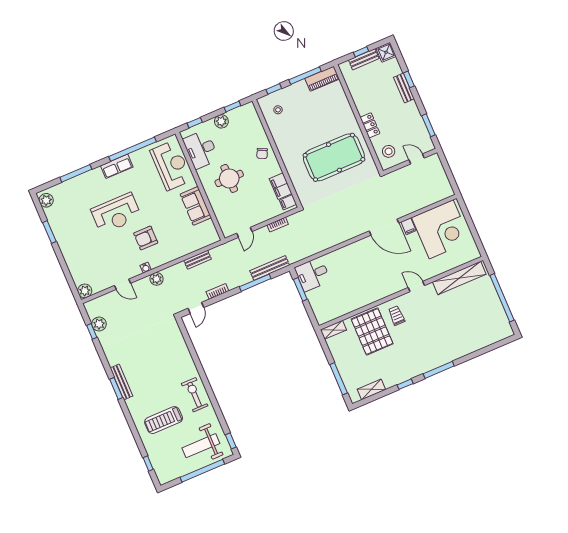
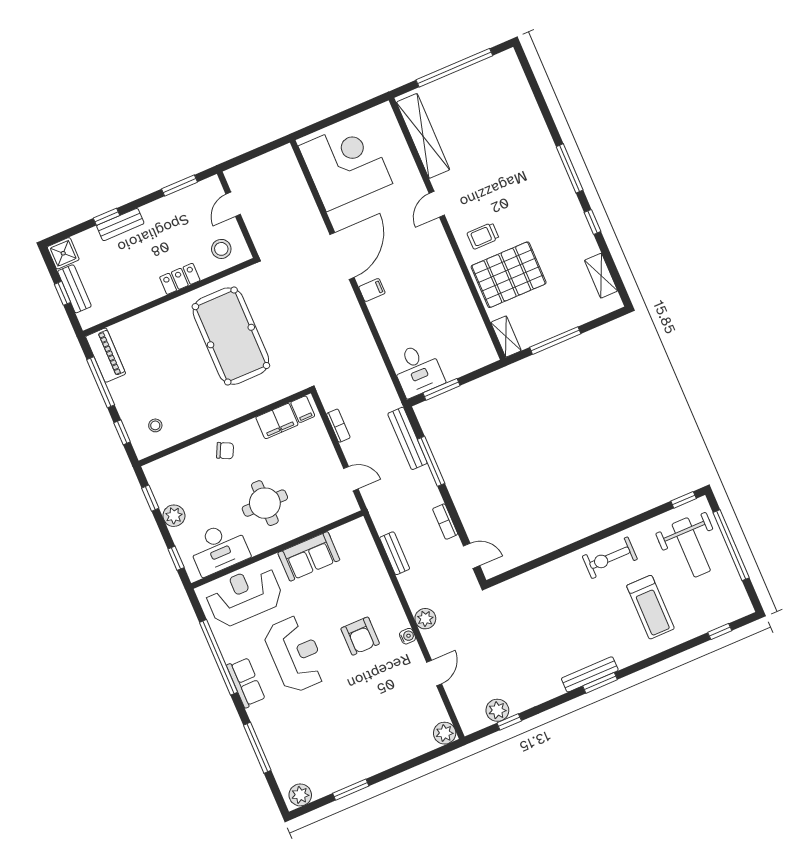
reception desk: (116, 213) -> (295, 654), moved
filing cabinet: (408, 226) -> (372, 290), moved
window: (339, 379) -> (555, 341), moved

